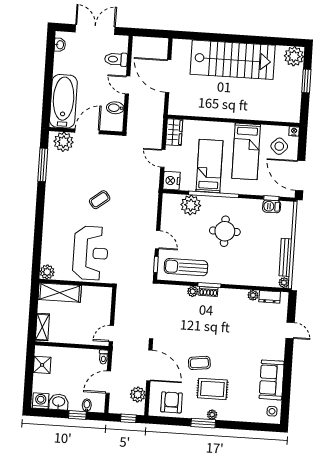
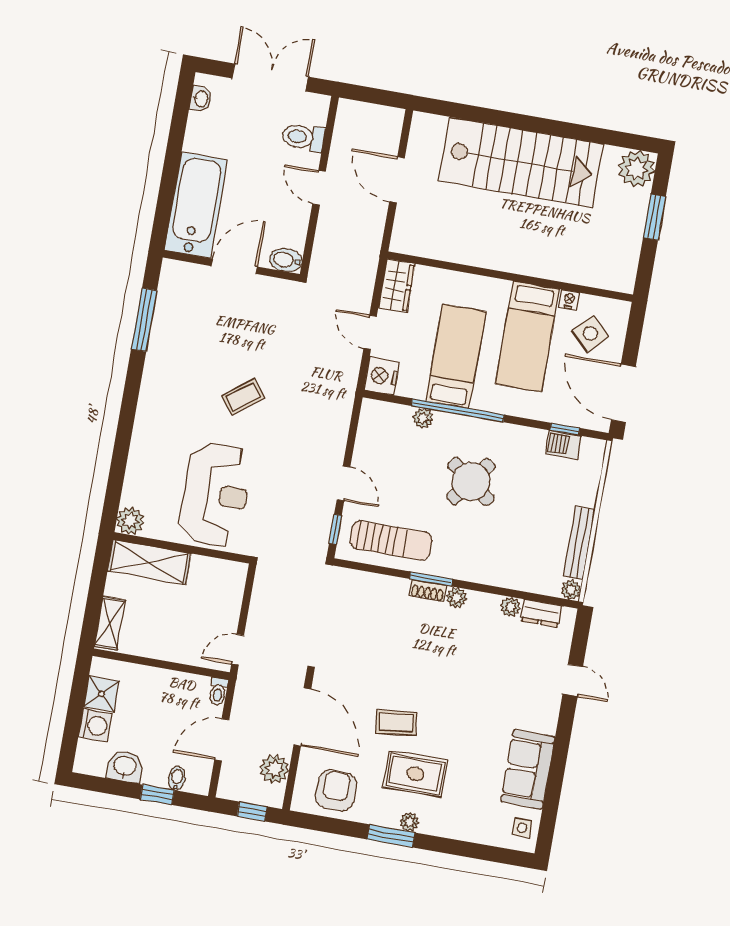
door: (168, 76) -> (397, 180), width x0.73
bidet: (115, 108) -> (286, 260), moved
nightstand: (294, 131) -> (569, 300), moved
plant: (64, 142) -> (188, 281), removed
plant: (191, 205) -> (423, 418), width x0.53, depth x0.53
round table: (225, 231) -> (471, 481), turned 37
sun lounger: (186, 267) -> (391, 541), turned 180
plant: (193, 291) -> (456, 598), moved
washing machine: (41, 401) -> (95, 725), moved, turned 90

